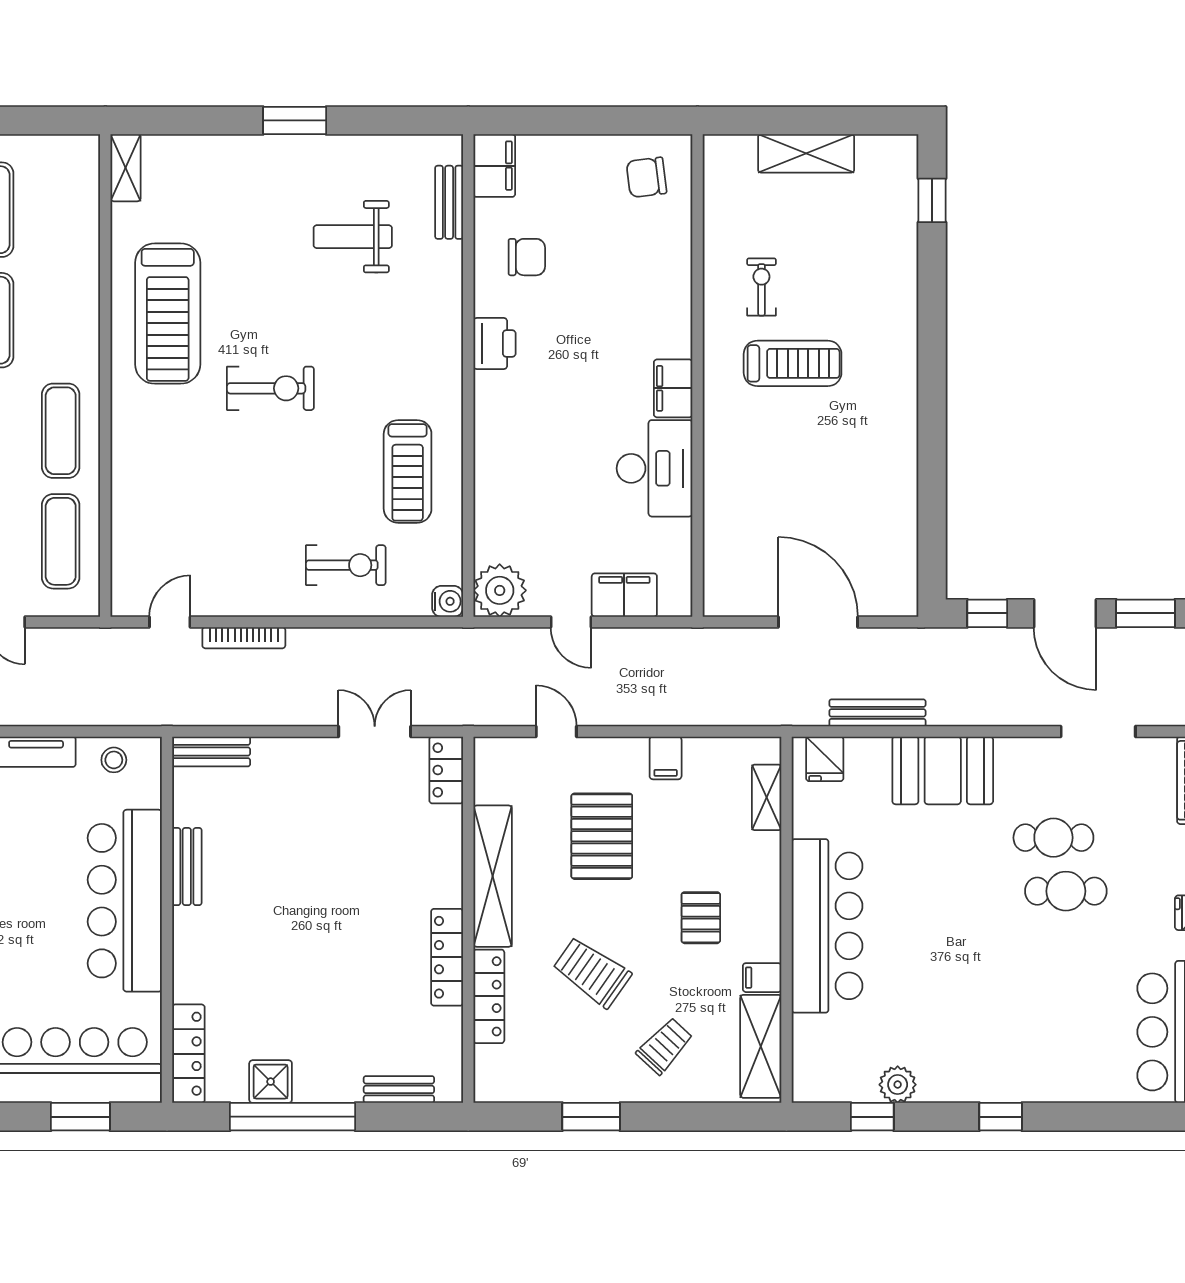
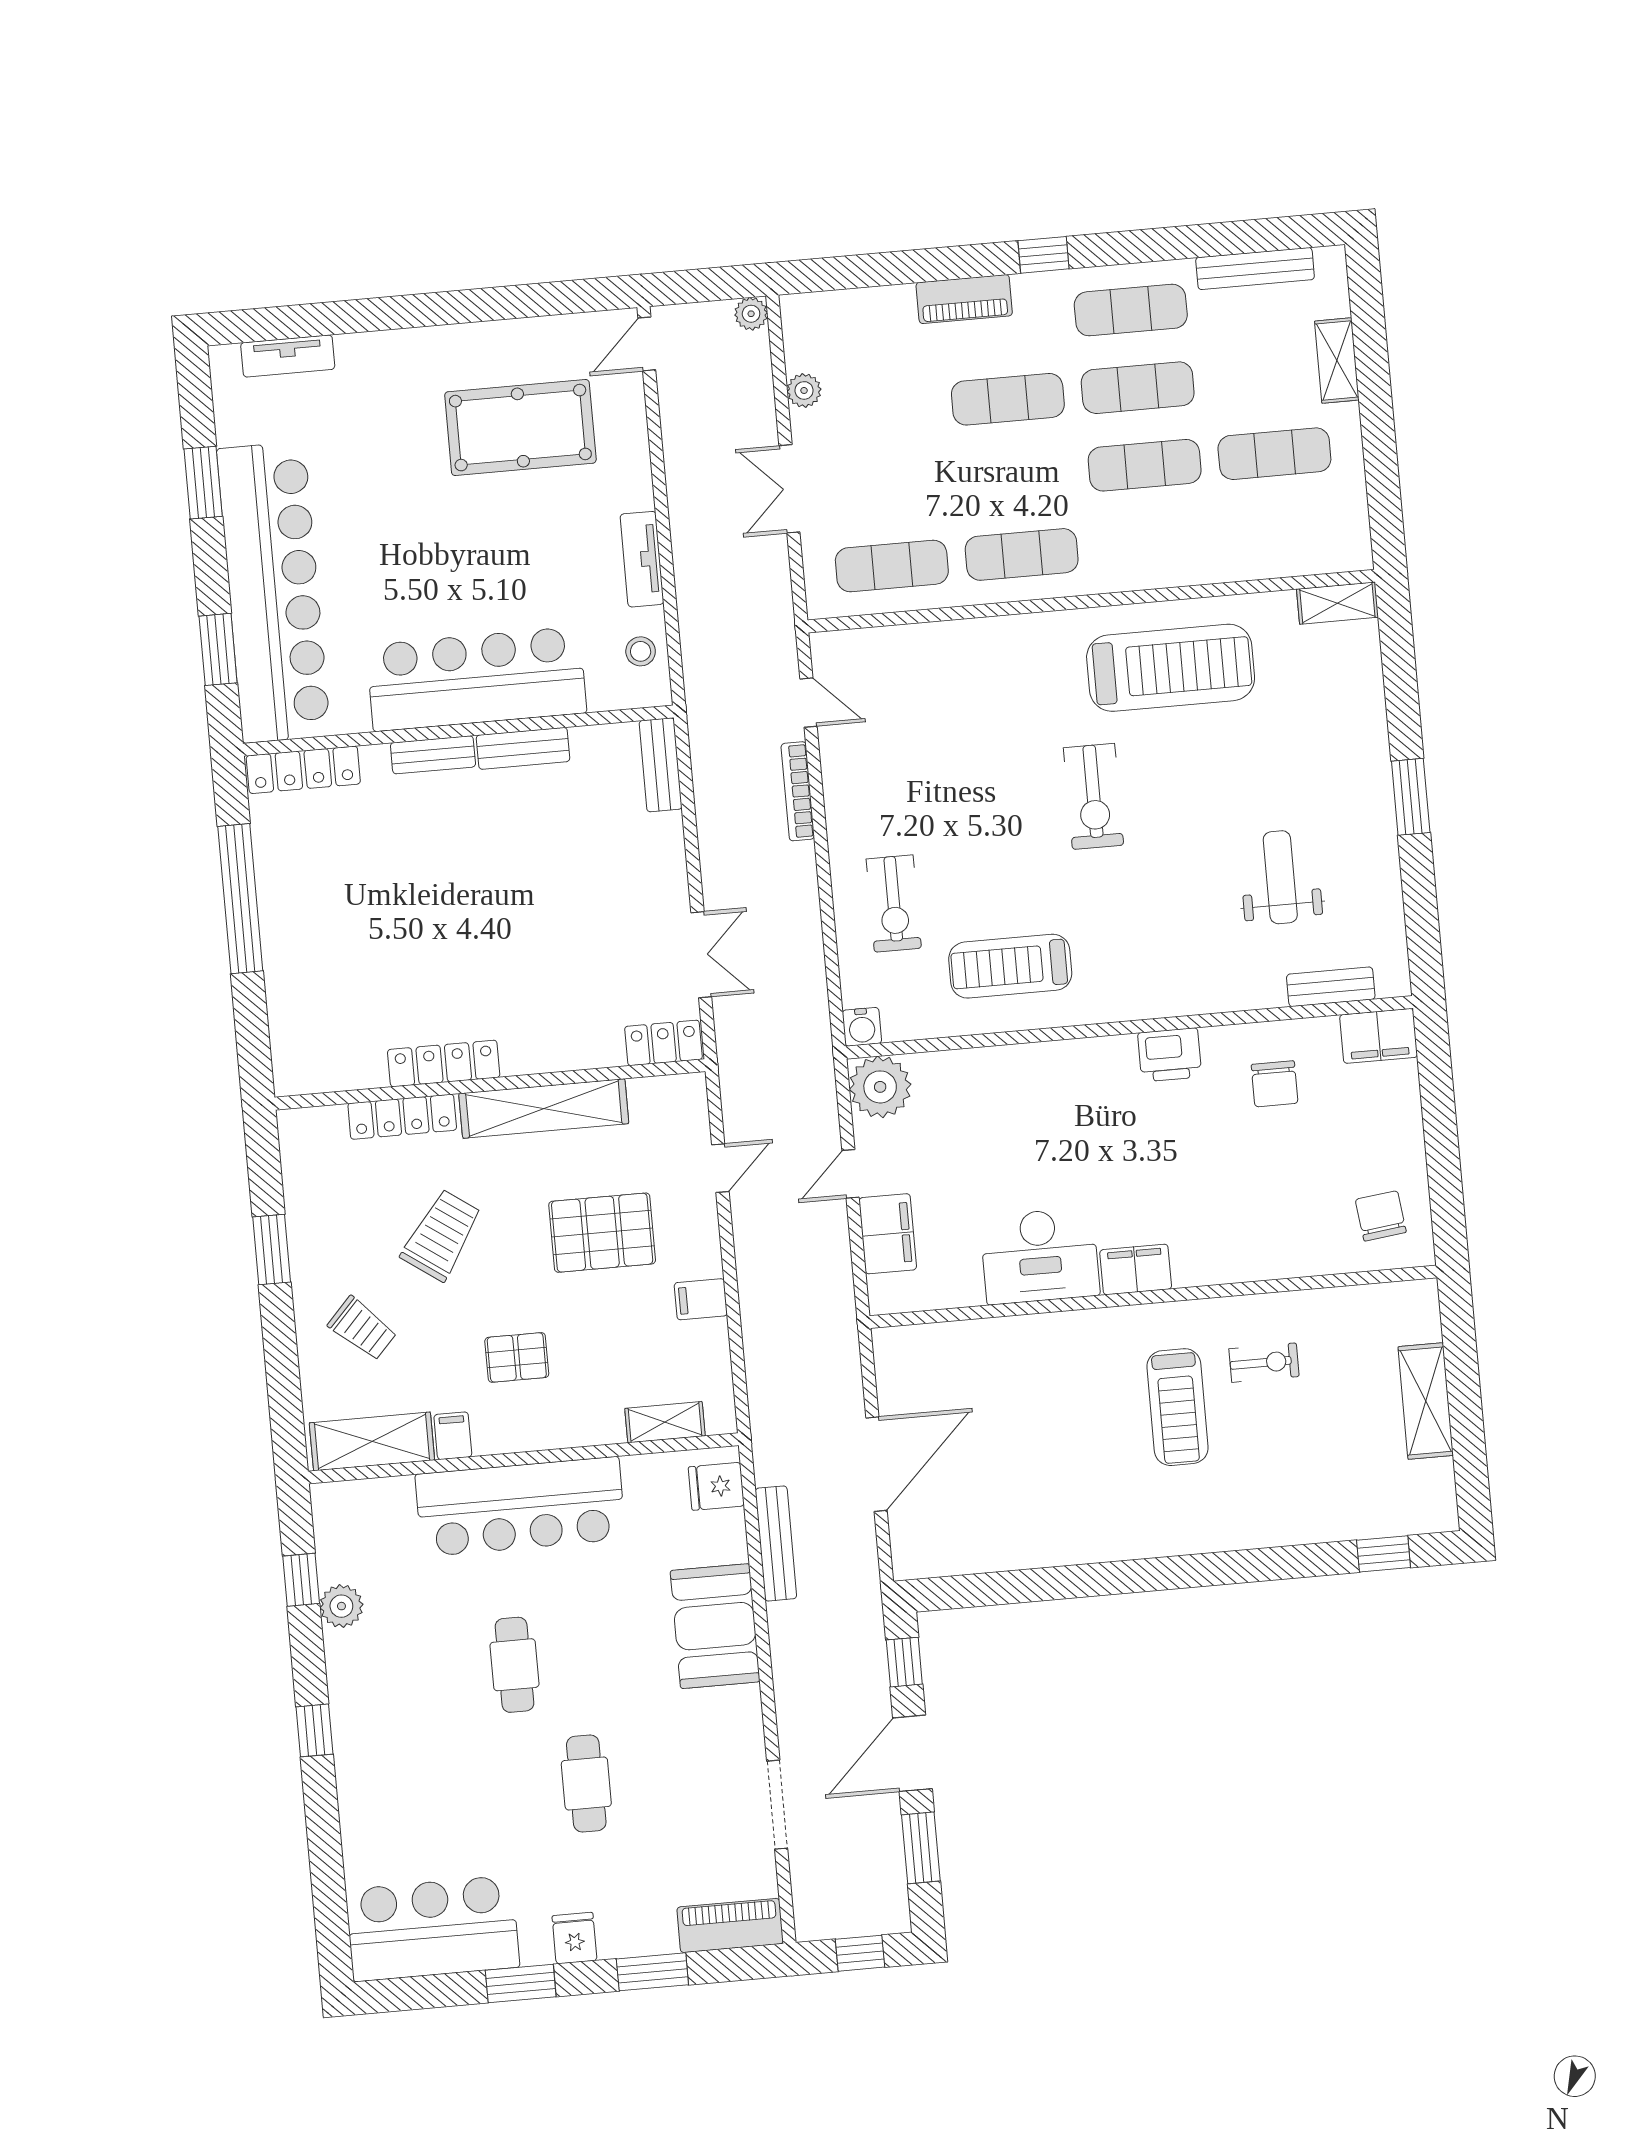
treadmill: (168, 314) -> (1171, 668), turned 180
cafe table: (1053, 838) -> (514, 1665), moved
shower: (271, 1082) -> (279, 869), removed
bench: (399, 1089) -> (433, 755), moved, turned 90

